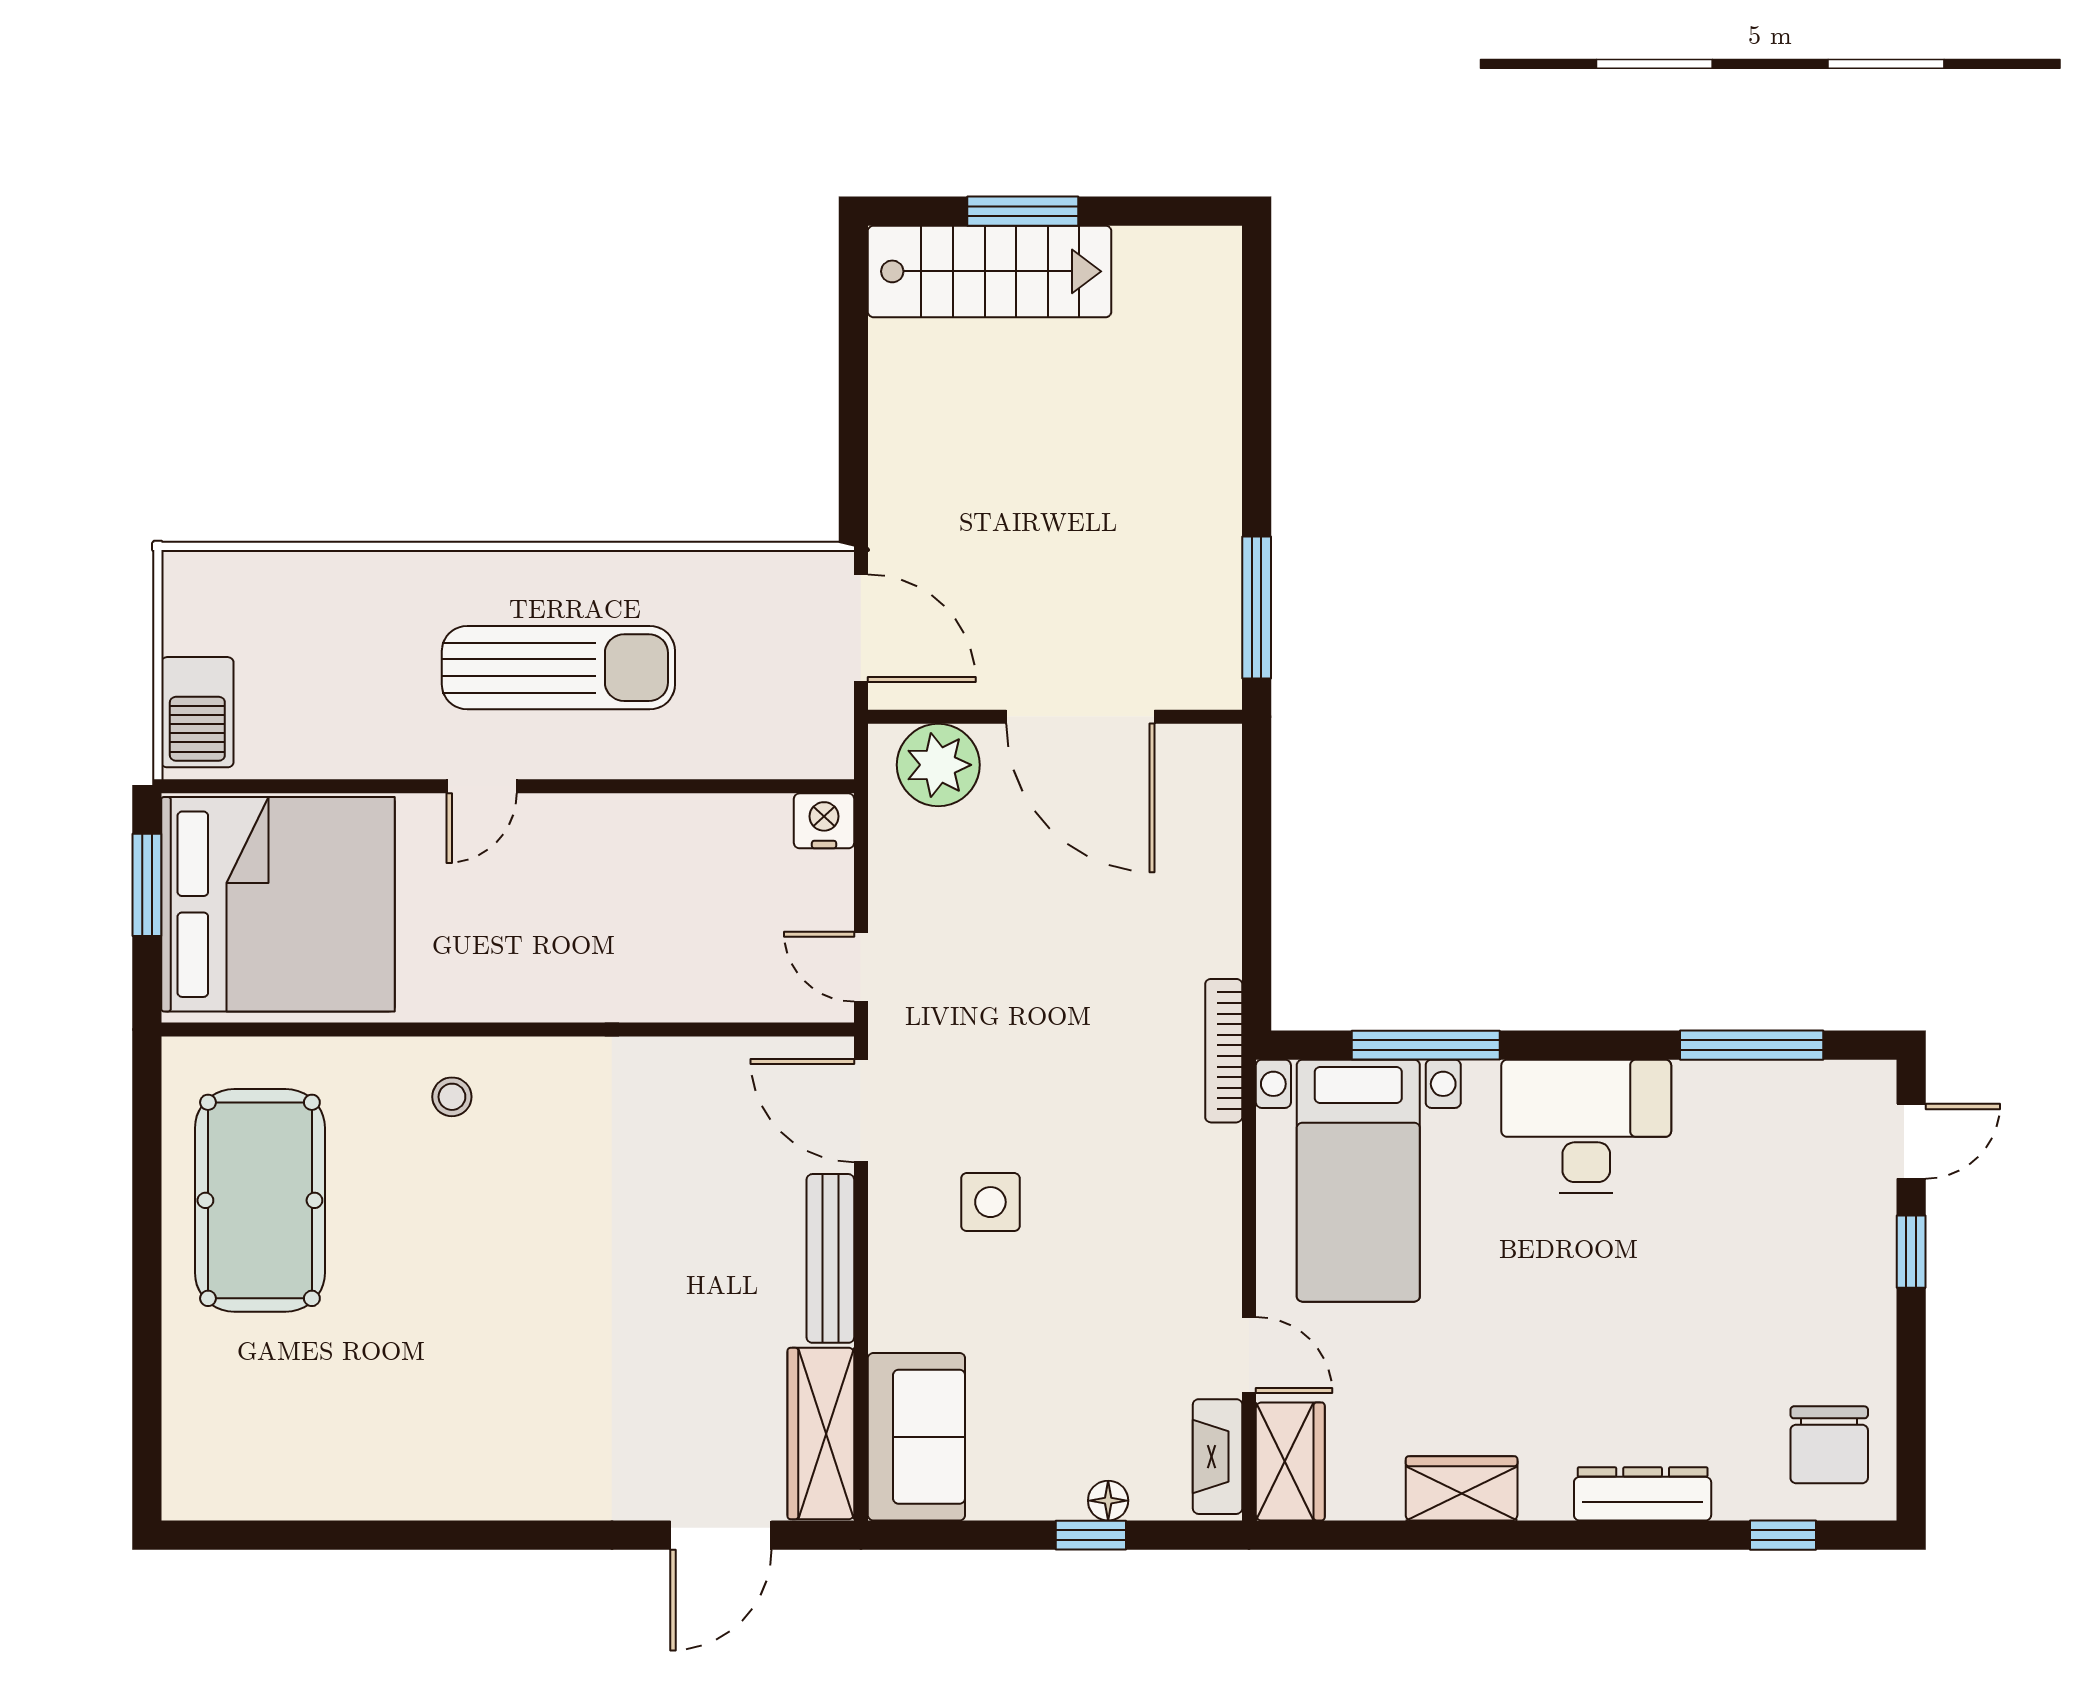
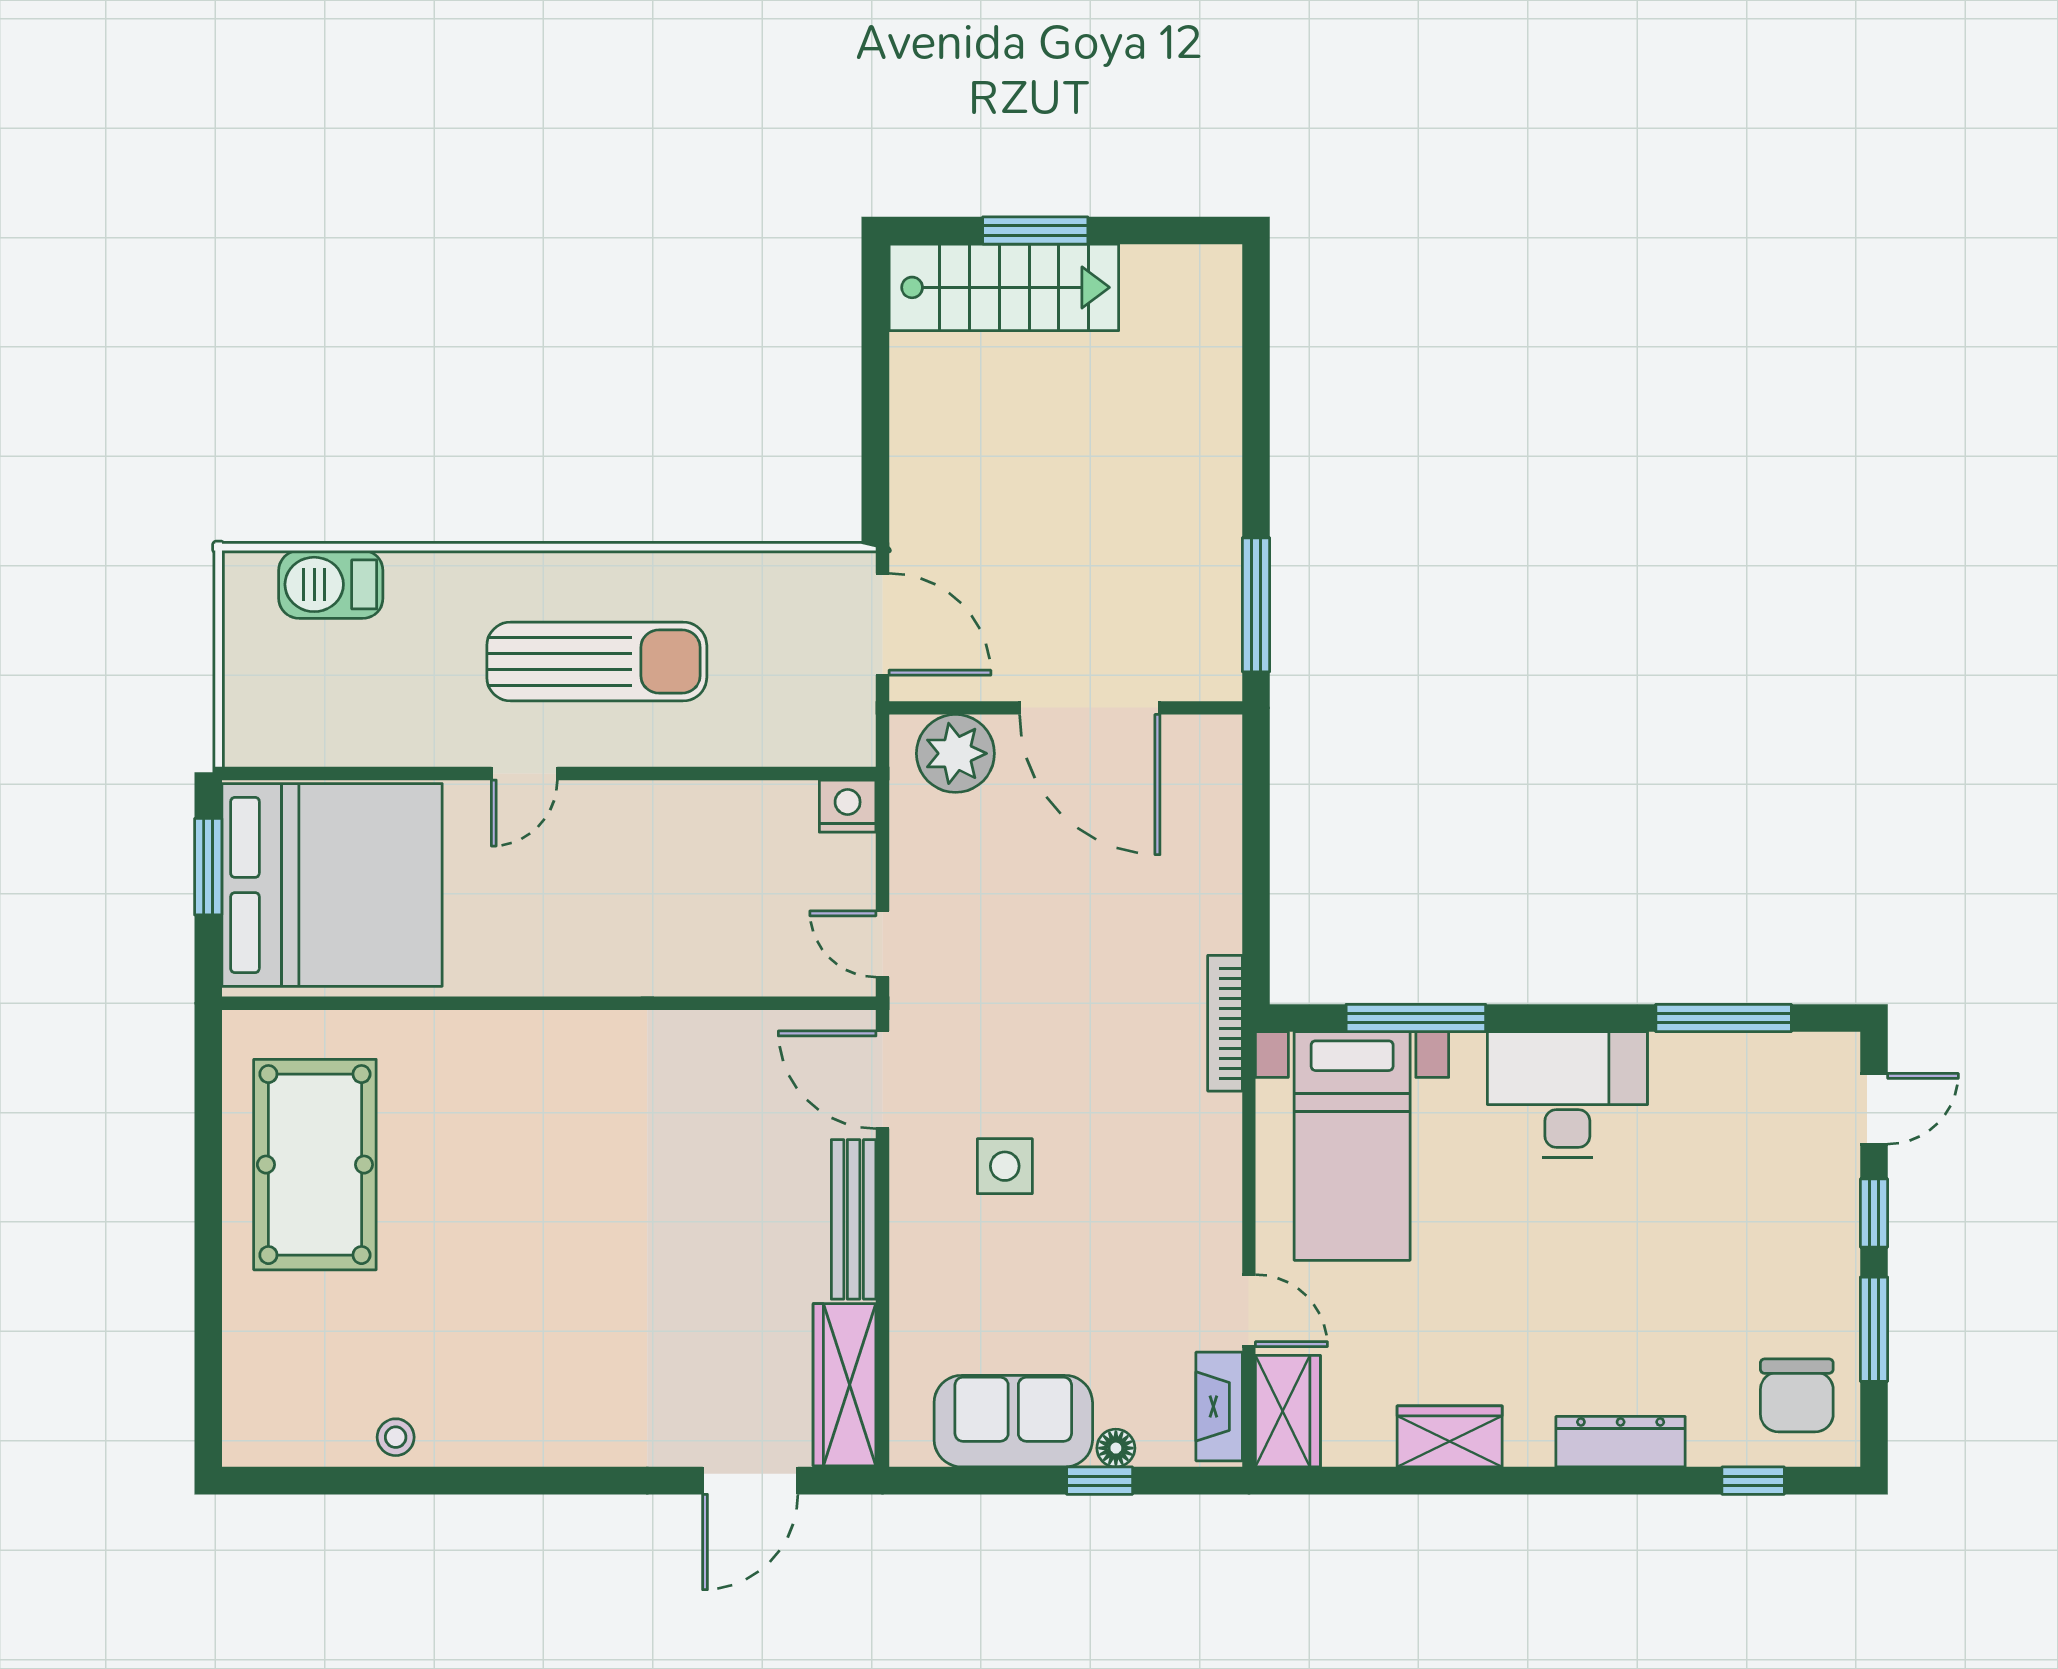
barbecue: (197, 712) -> (331, 584), moved, turned 90
stool: (452, 1097) -> (396, 1437), moved
window: (1911, 1375) -> (1874, 1329), added
sofa: (916, 1437) -> (1013, 1421), moved, turned -90

